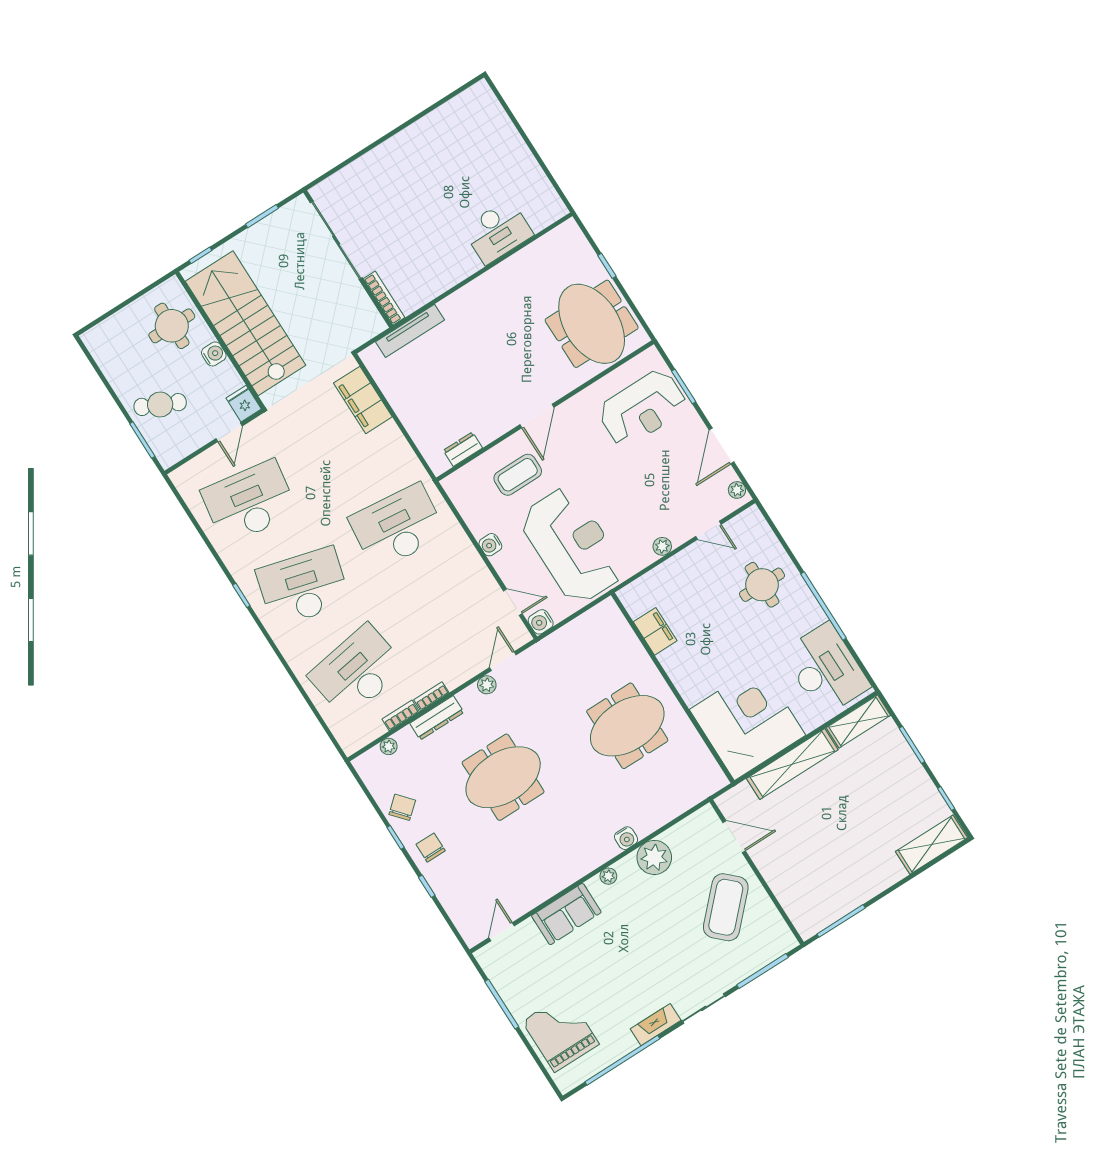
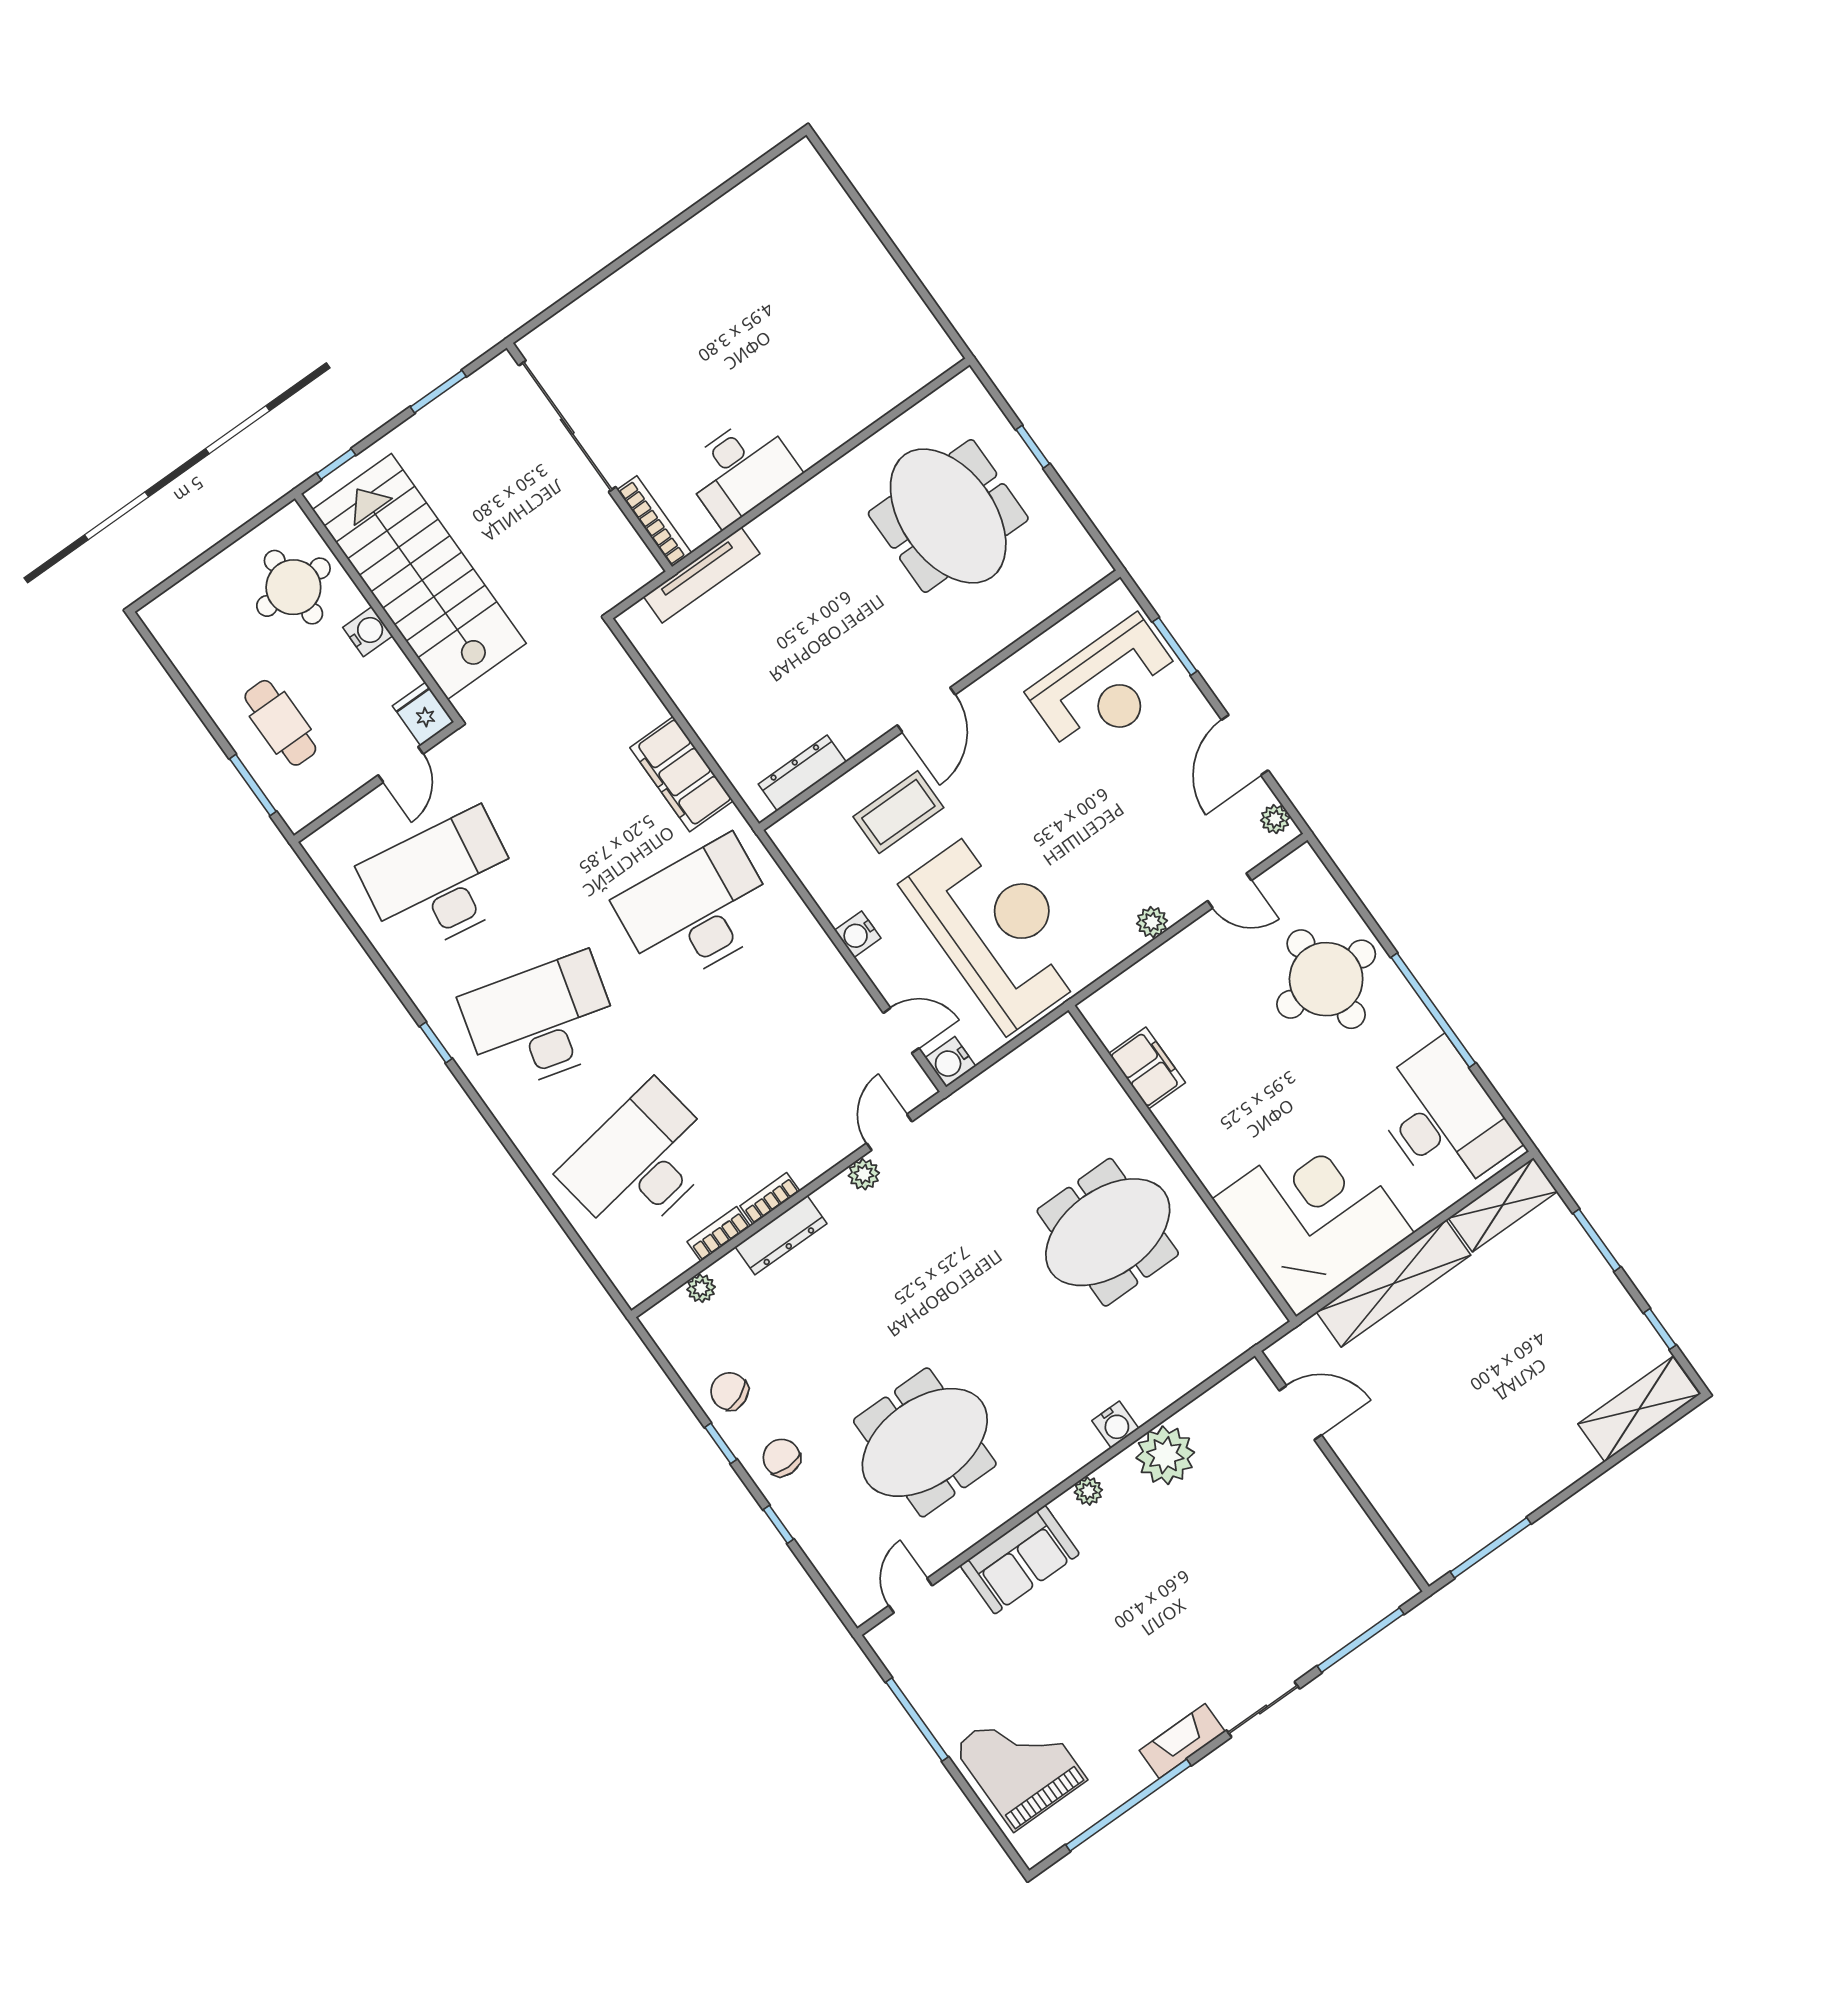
desk: (498, 231) -> (741, 470), moved
meeting table: (592, 324) -> (948, 516), moved
filing cabinet: (363, 400) -> (681, 774), moved
cafe table: (160, 405) -> (280, 723), turned 65
dresser: (463, 449) -> (802, 773), width x1.44
round table: (762, 585) -> (1326, 979), width x1.36, depth x1.36
meeting table: (503, 777) -> (925, 1442), moved
chair: (402, 807) -> (729, 1391), turned -72
coffee table: (726, 907) -> (1292, 1534), removed

